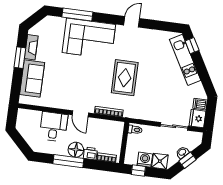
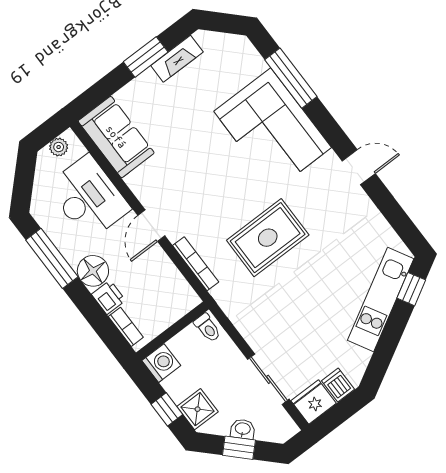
sofa: (32, 79) -> (116, 137), moved, turned -90
plant: (21, 119) -> (59, 147), added
desk: (54, 127) -> (88, 198), width x1.37
washing machine: (145, 160) -> (161, 363), moved
window: (68, 161) -> (52, 258), moved
window: (138, 170) -> (167, 409), moved

